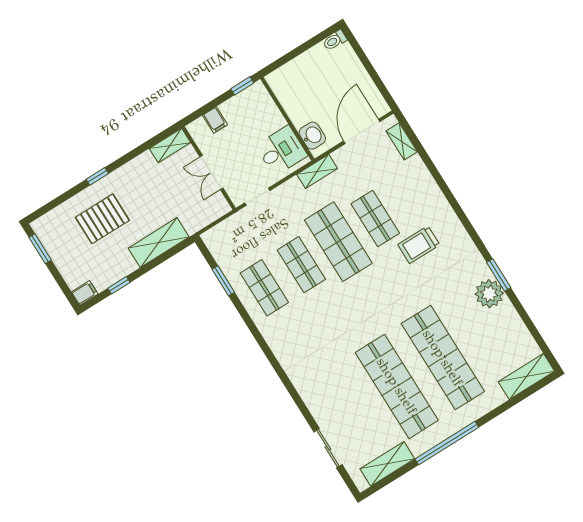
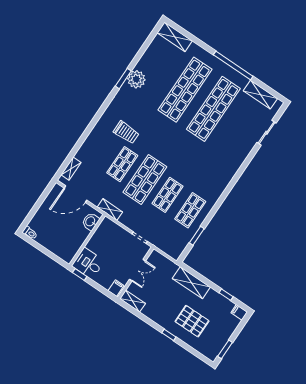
filing cabinet: (215, 120) -> (116, 288), moved
desk: (281, 151) -> (88, 263), moved

